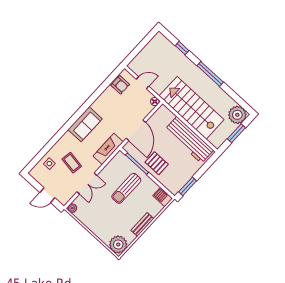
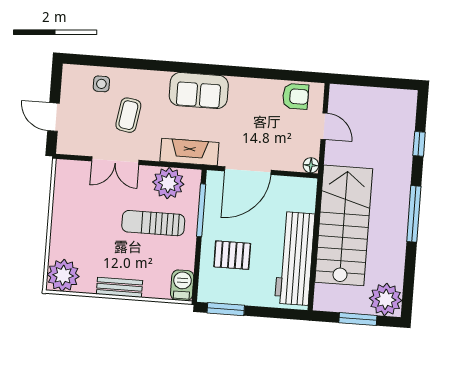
armchair: (120, 85) -> (296, 96), turned -90
pallet: (157, 163) -> (232, 255), moved, turned 90
plant: (72, 208) -> (168, 183), moved, width x1.88, depth x1.88

